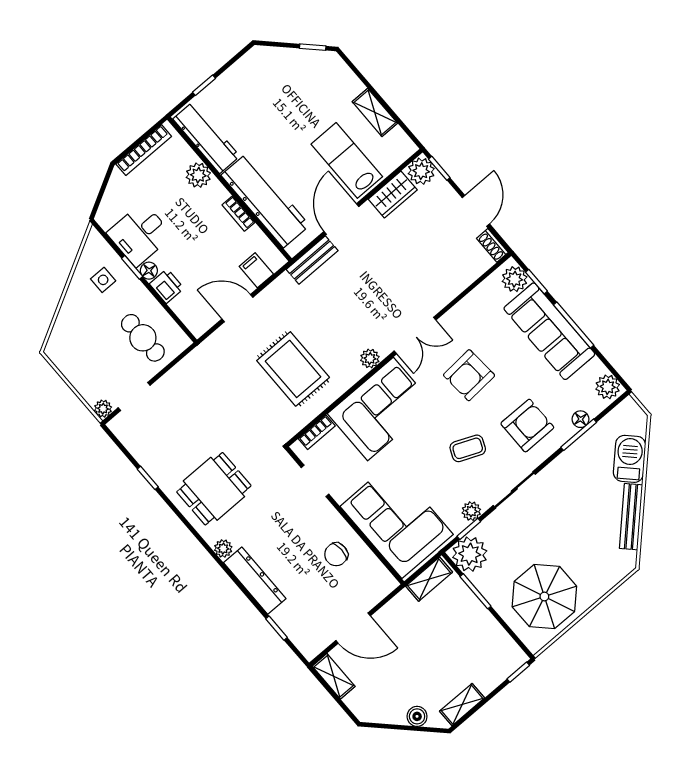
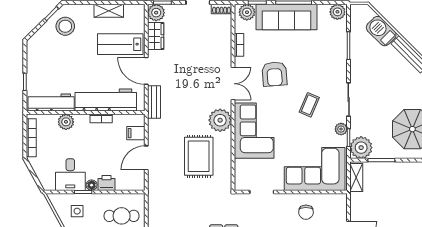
stool: (312, 76) -> (65, 26), added
plant: (370, 359) -> (220, 120), width x1.88, depth x1.88
rug: (293, 369) -> (199, 156), turned 90
floor lamp: (581, 419) -> (342, 38), removed
armchair: (527, 426) -> (323, 67), removed
bookcase: (317, 432) -> (239, 45), moved

